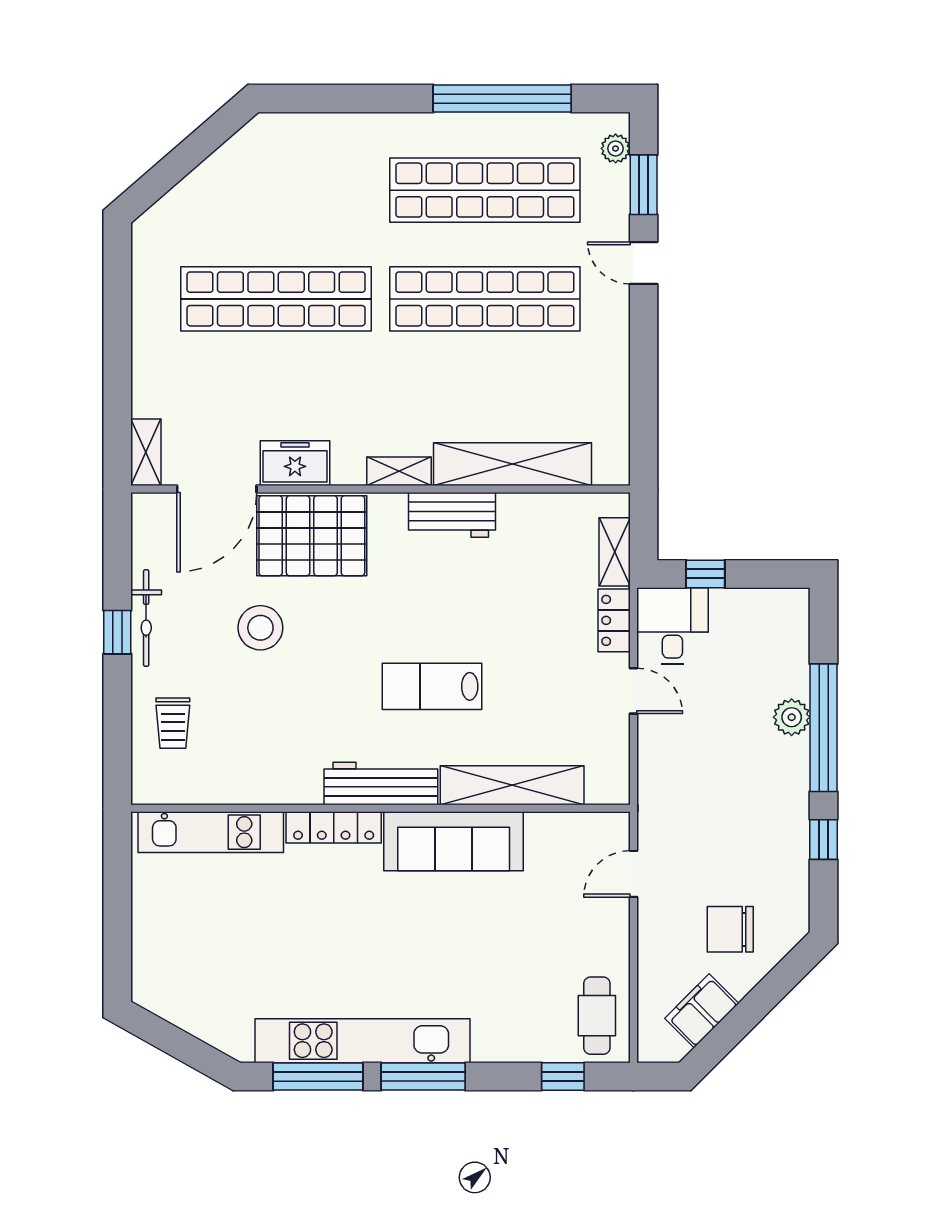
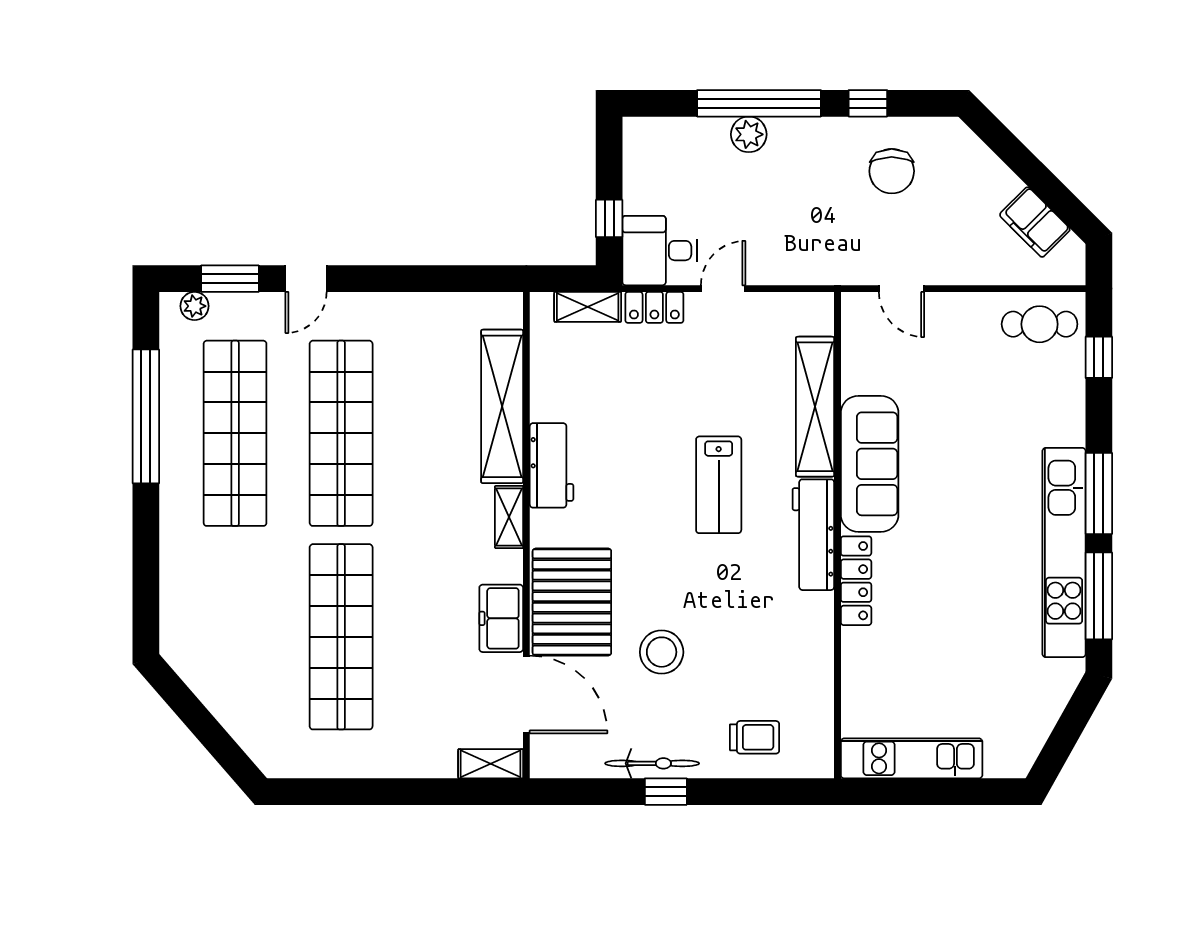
kitchen unit: (211, 832) -> (912, 758), moved, turned -90
chair: (730, 929) -> (892, 171), moved

